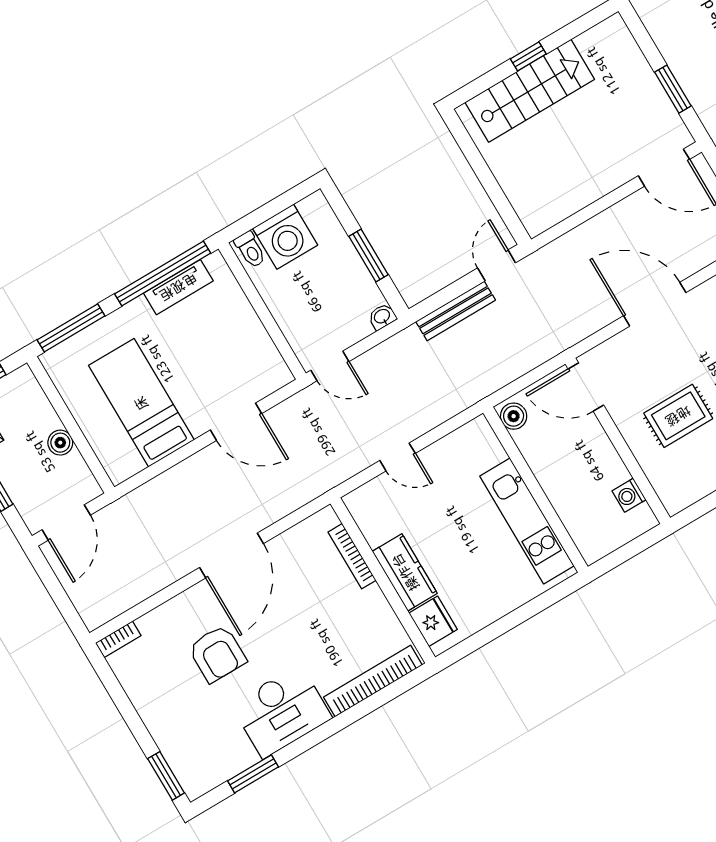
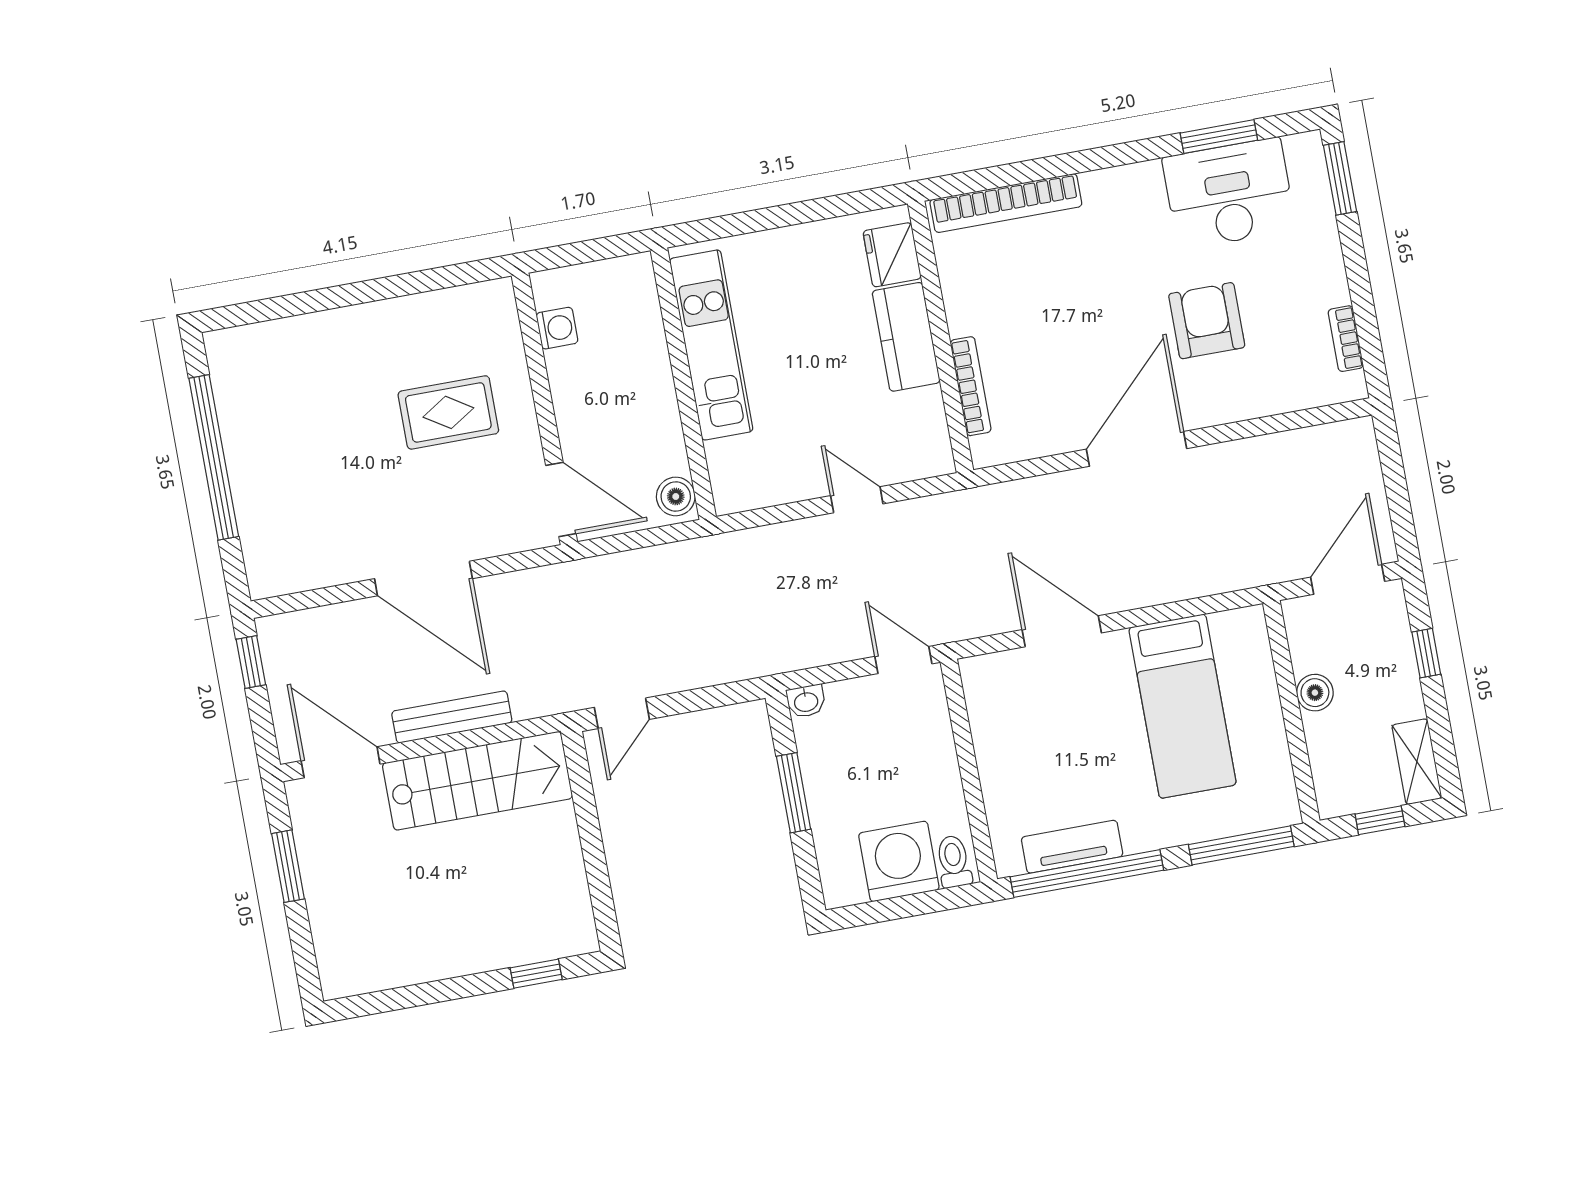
window: (528, 56) -> (536, 974), moved
stairs: (530, 91) -> (477, 781), moved, turned 180
bench: (456, 311) -> (452, 717), moved
bookcase: (118, 639) -> (1346, 339), moved, turned -90
desk: (281, 711) -> (1229, 194), moved

